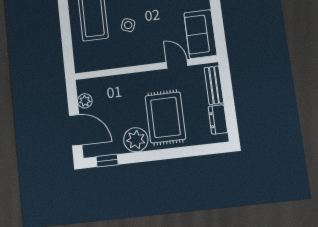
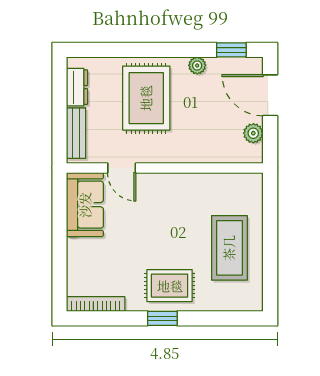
side table: (128, 25) -> (182, 230), removed
plant: (136, 140) -> (197, 65), width x0.53, depth x0.53

